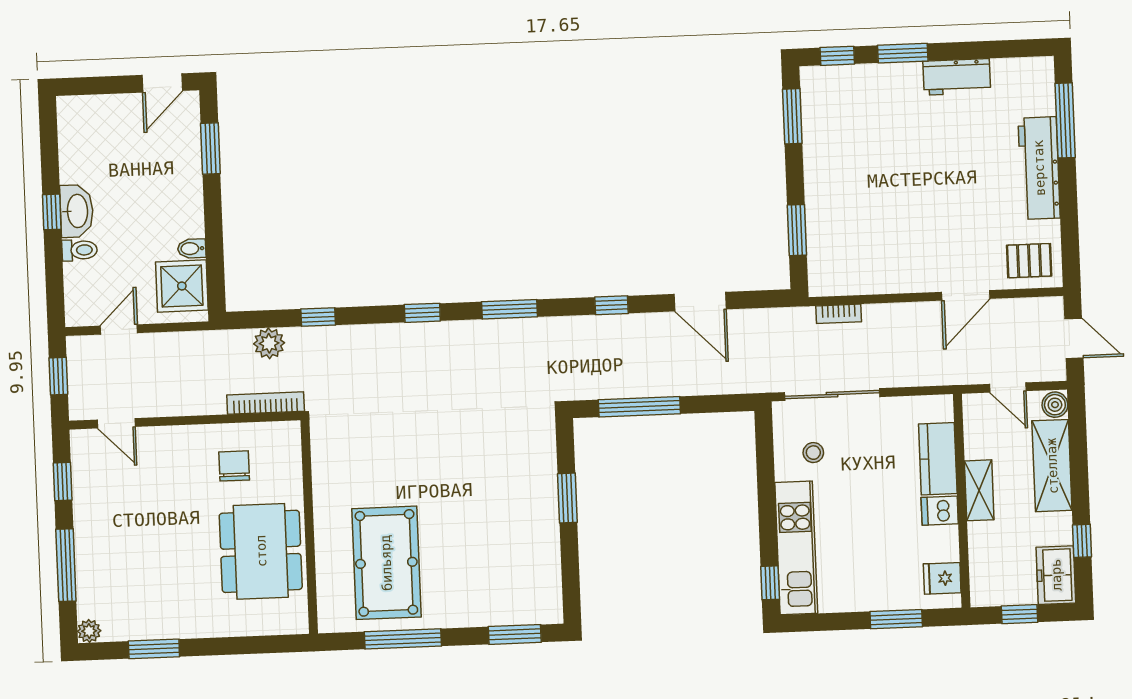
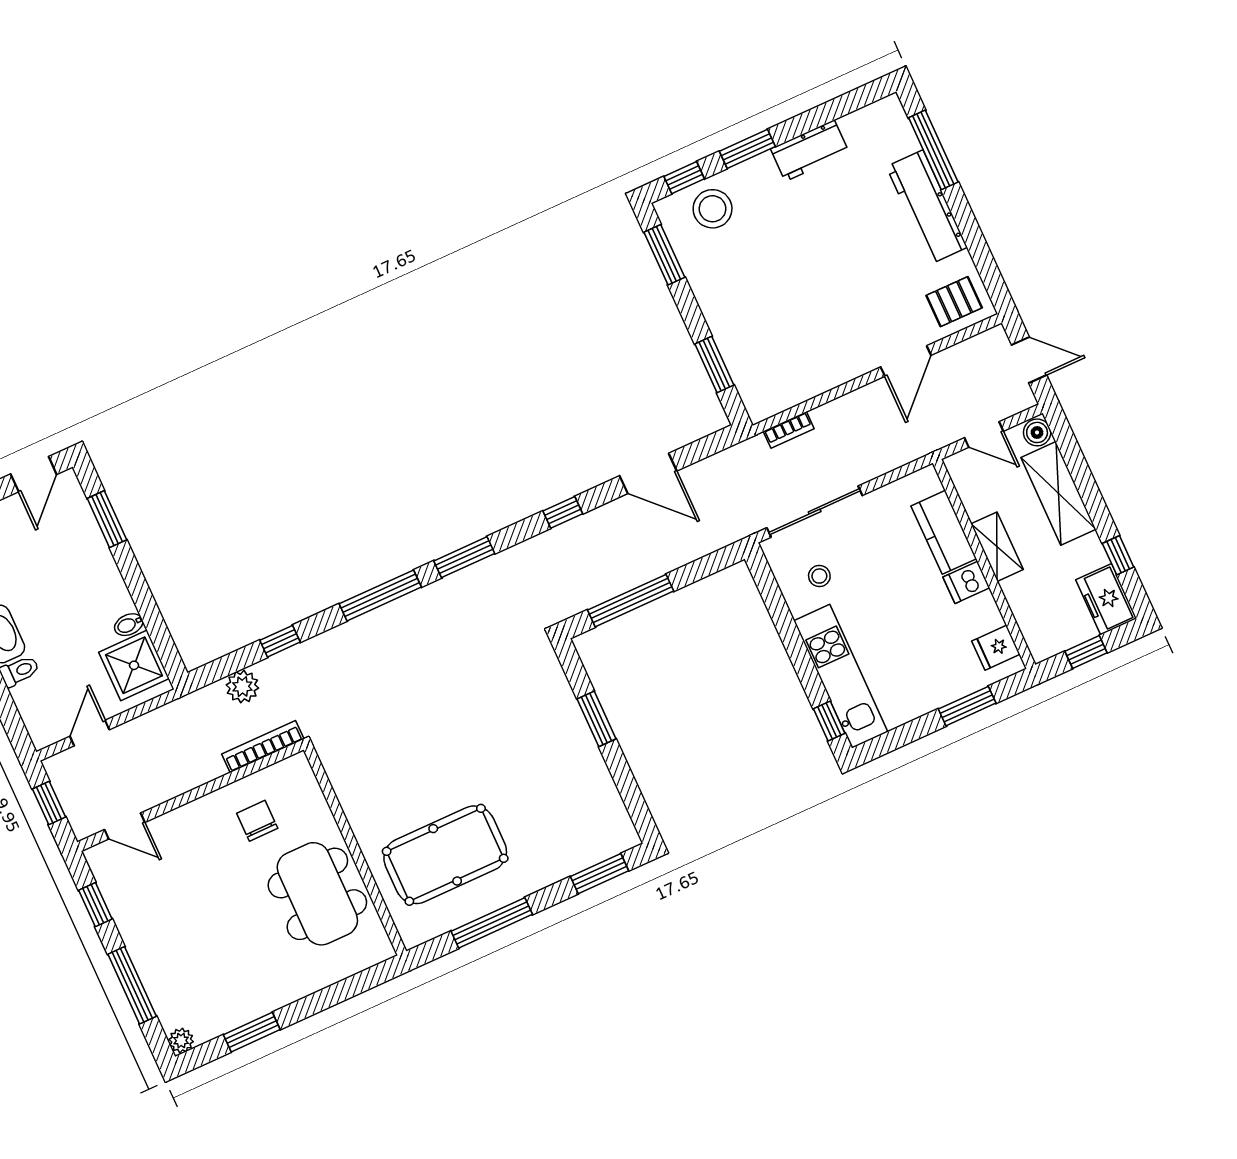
stool: (851, 93) -> (713, 209), added
window: (422, 313) -> (380, 595), width x2.17
pool table: (386, 563) -> (445, 855), turned 90

